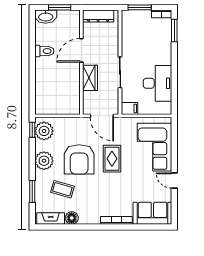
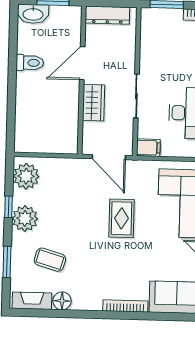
window: (32, 130) -> (8, 207), moved
armchair: (79, 159) -> (75, 218), removed

